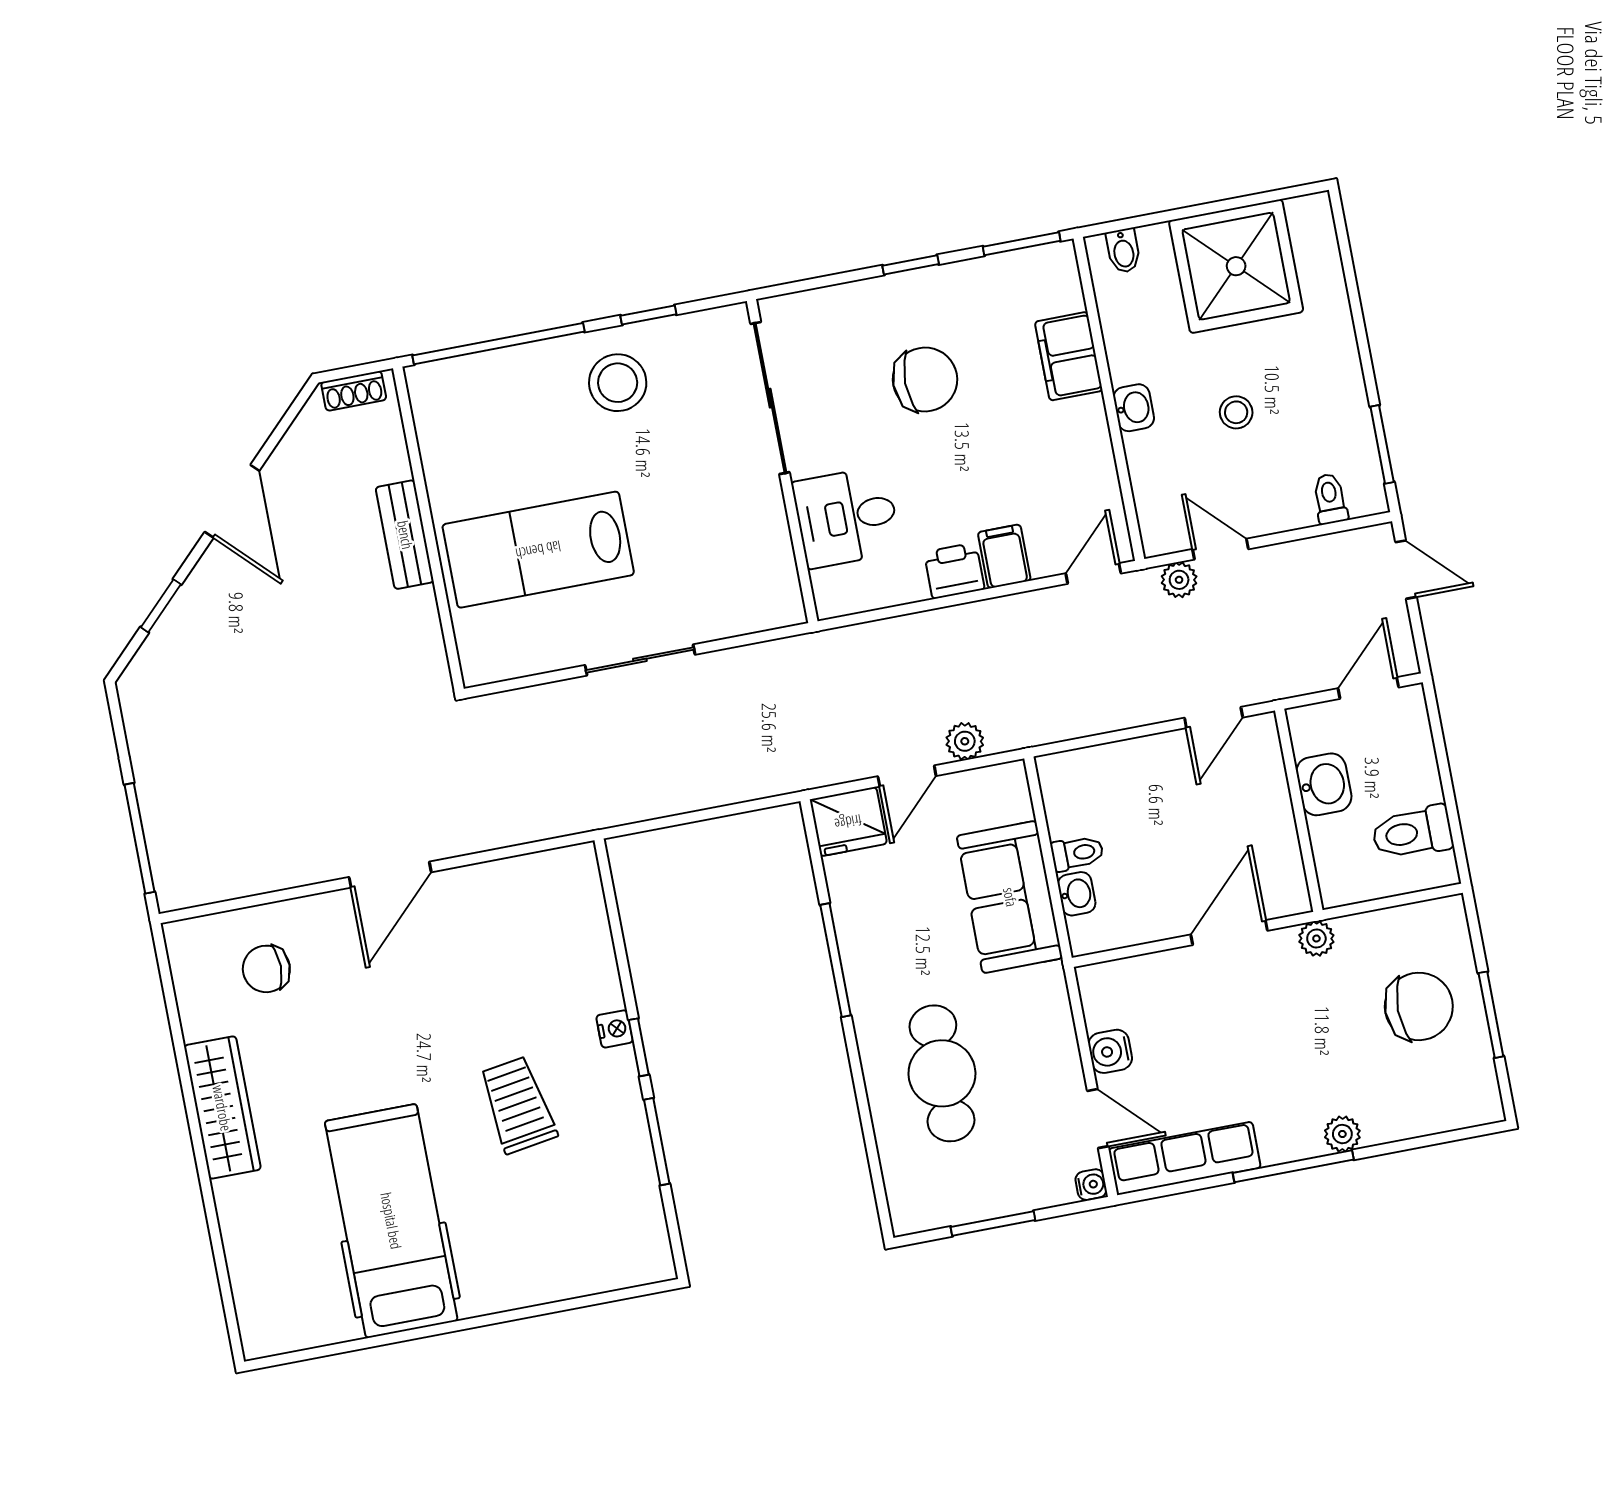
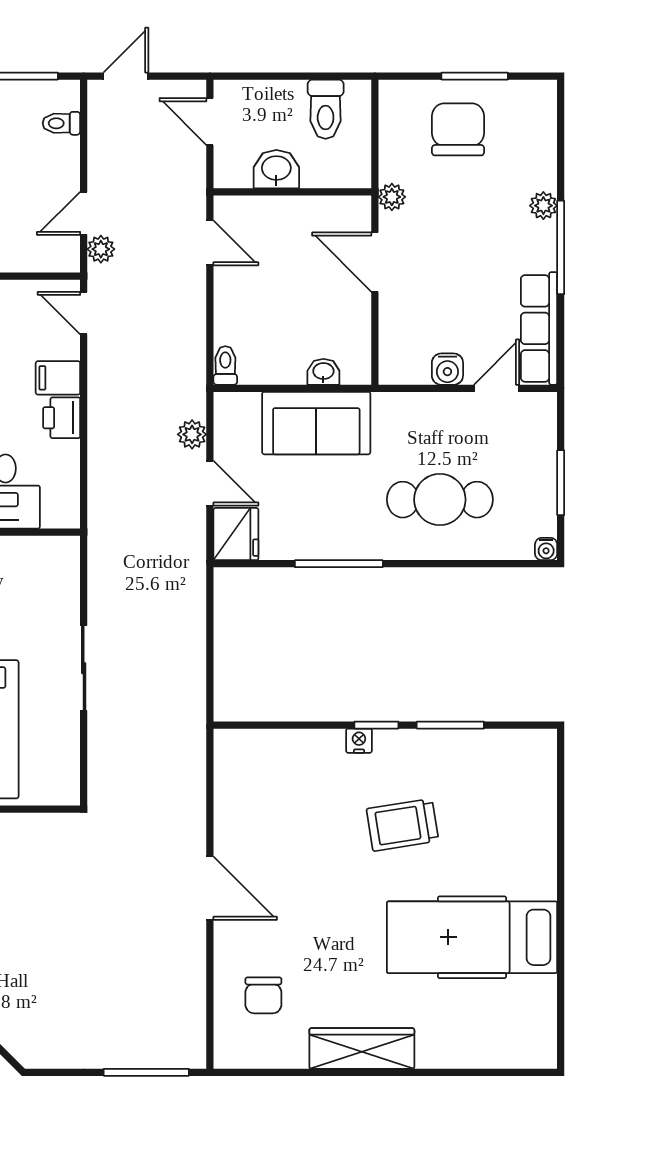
toilet: (1077, 853) -> (225, 365), moved
water cooler: (1091, 1185) -> (546, 549), moved, turned 180

